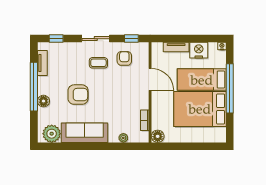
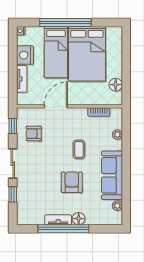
window: (56, 39) -> (13, 194), moved
tv unit: (42, 63) -> (58, 220), moved
coffee table: (98, 63) -> (79, 149), moved
plant: (52, 134) -> (117, 206), width x0.53, depth x0.53
floor lamp: (158, 136) -> (116, 85), moved

